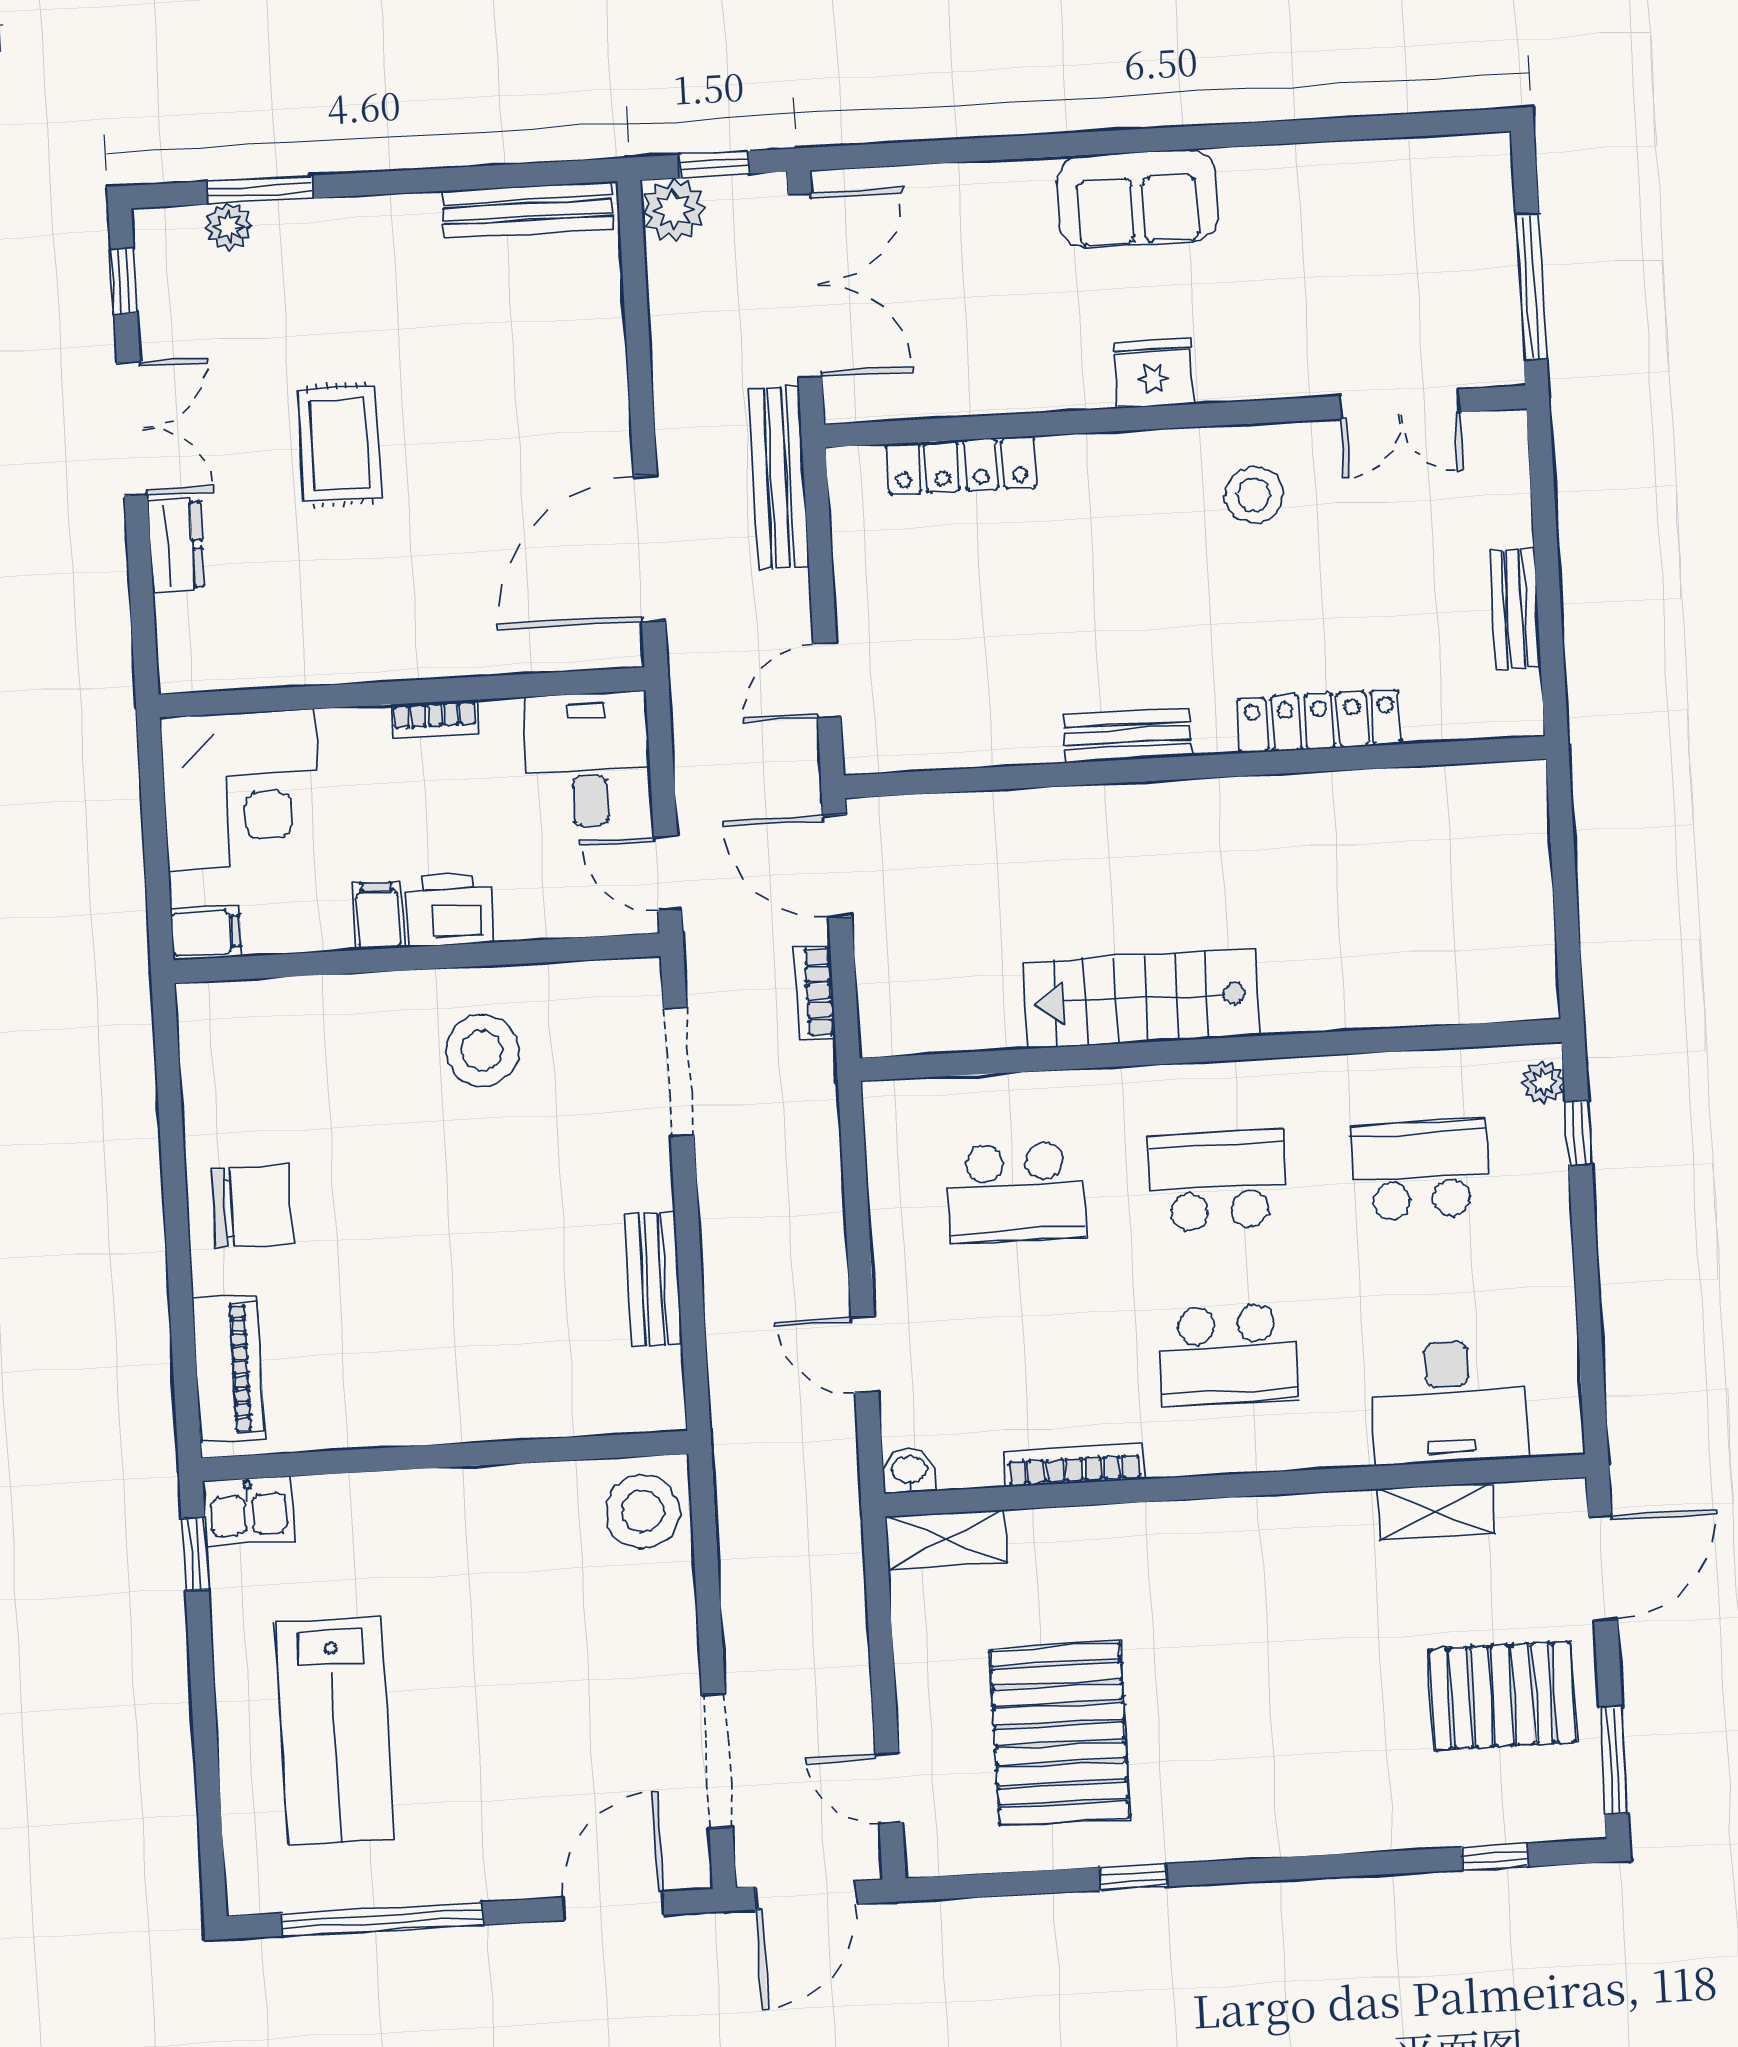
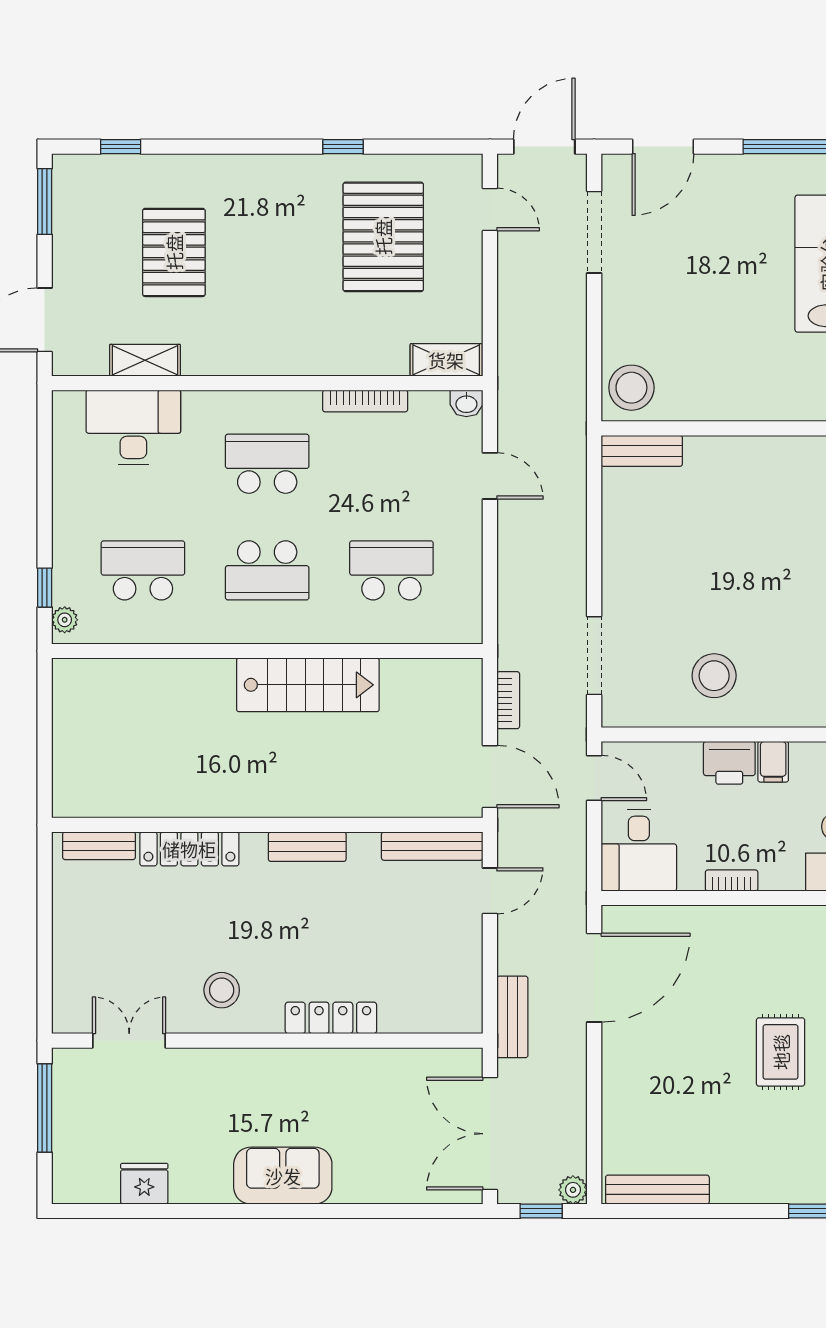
plant: (674, 210) -> (573, 1190), width x0.73, depth x0.73
fridge: (1153, 373) -> (144, 1184), moved, turned 180
locker: (961, 466) -> (331, 1018), moved
bench: (779, 477) -> (512, 1017), width x0.73
bench: (1515, 609) -> (99, 846), moved, turned 90
bench: (925, 748) -> (432, 846), added
school desk: (1420, 1170) -> (143, 570), turned 180
bench: (654, 1279) -> (642, 451), moved, turned 90
pallet: (1502, 1696) -> (174, 252), moved, turned 90

